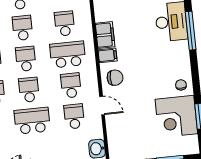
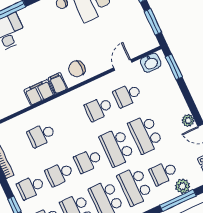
school desk: (68, 54) -> (70, 122), removed
chair: (115, 78) -> (77, 69), turned -90
school desk: (29, 90) -> (117, 147), width x1.85
door: (102, 106) -> (123, 65), moved

